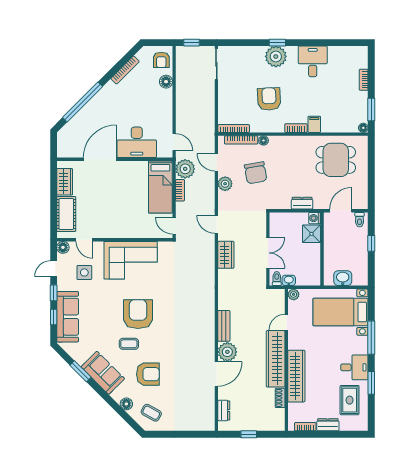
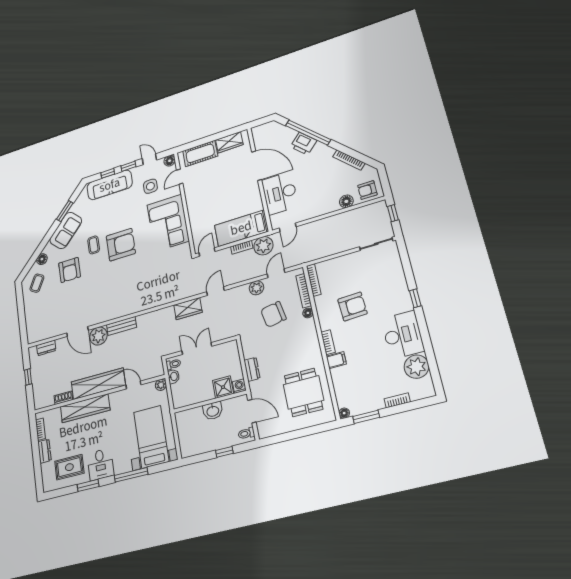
plant: (276, 56) -> (416, 367), moved
desk: (313, 61) -> (403, 335), width x1.37
printer: (93, 109) -> (304, 144), added
double door: (268, 253) -> (197, 349), swing flipped
washbasin: (343, 278) -> (213, 411), moved, turned 90

